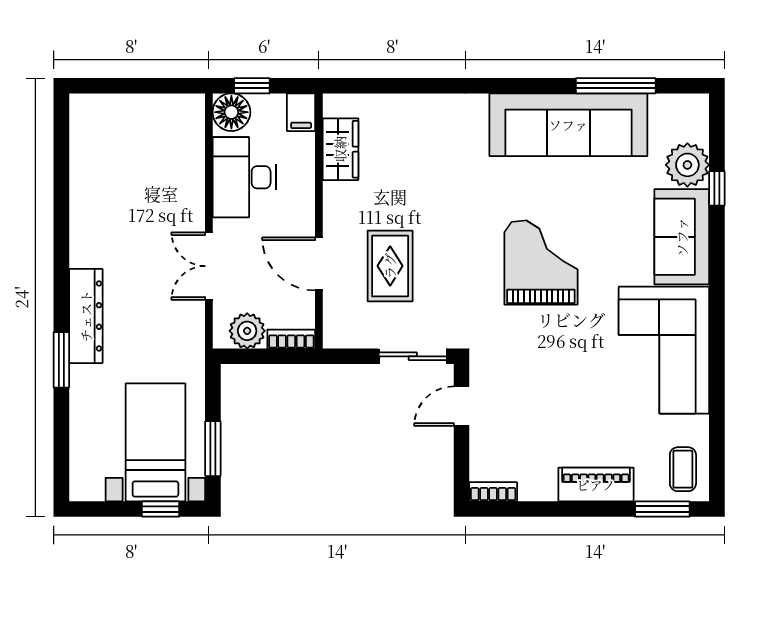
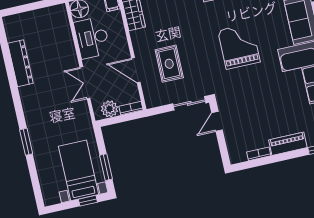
dresser: (86, 316) -> (20, 63), moved
bookcase: (493, 492) -> (259, 154), moved

